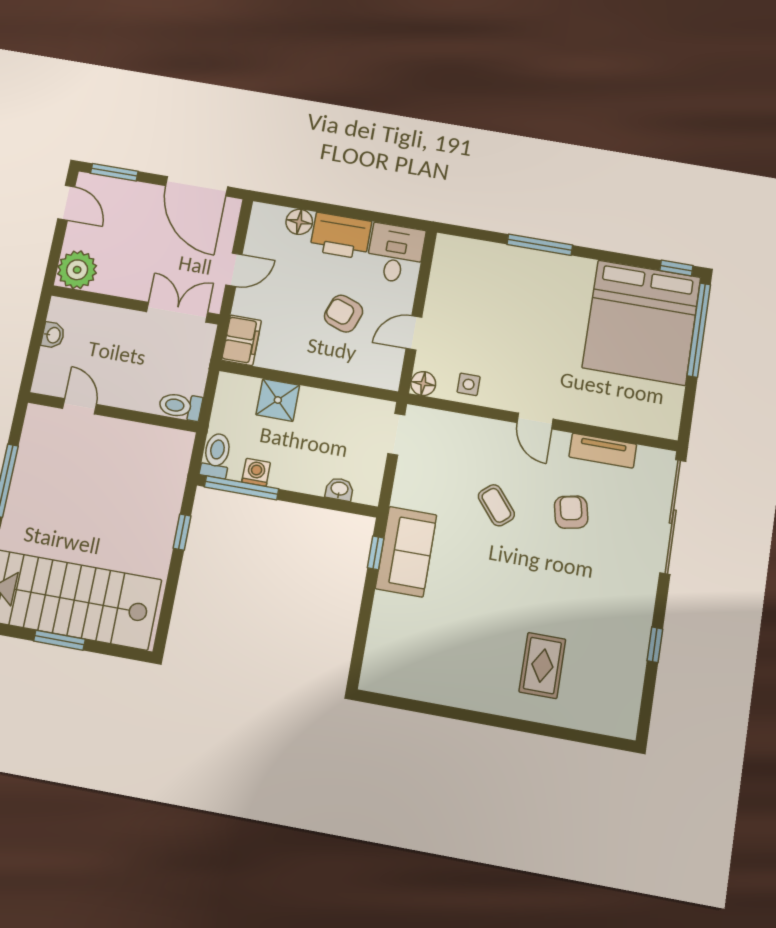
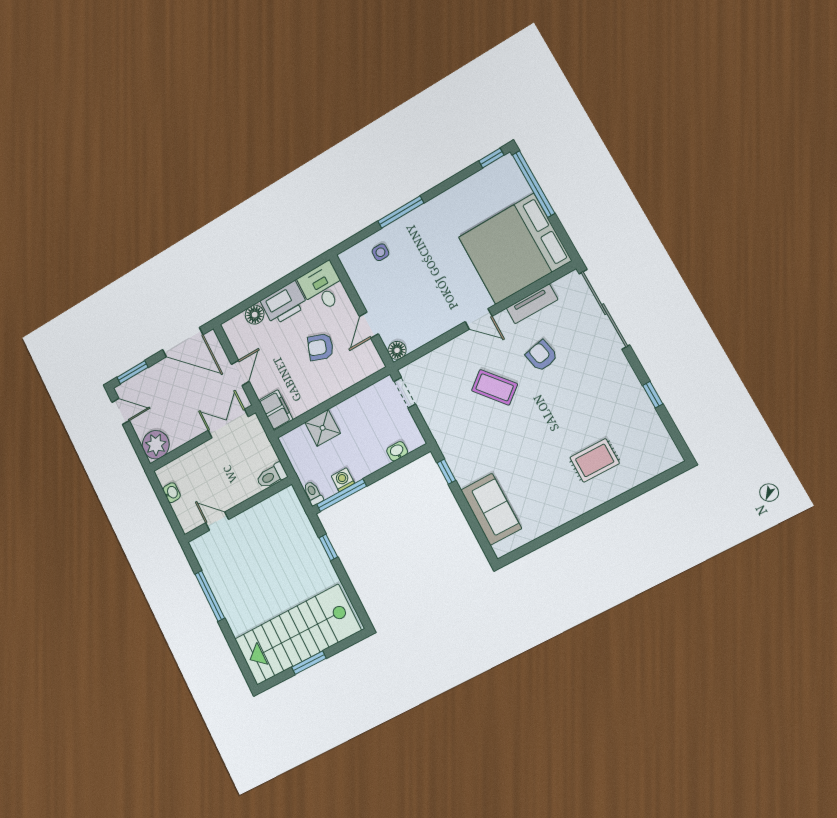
bed: (642, 322) -> (515, 249), moved, turned 90
side table: (469, 384) -> (380, 252), moved
toilet: (216, 455) -> (313, 493), width x0.73, depth x0.72
coffee table: (496, 505) -> (495, 387), width x1.36, depth x1.30
sofa: (406, 552) -> (491, 509), moved
rug: (542, 665) -> (595, 460), turned 90

